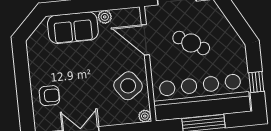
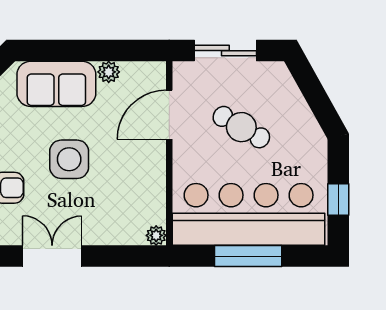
door: (145, 40) -> (169, 115), hinge flipped
side table: (128, 86) -> (69, 159), moved, turned 35

